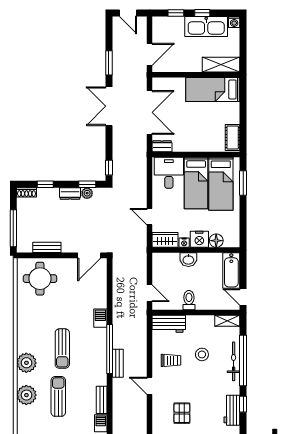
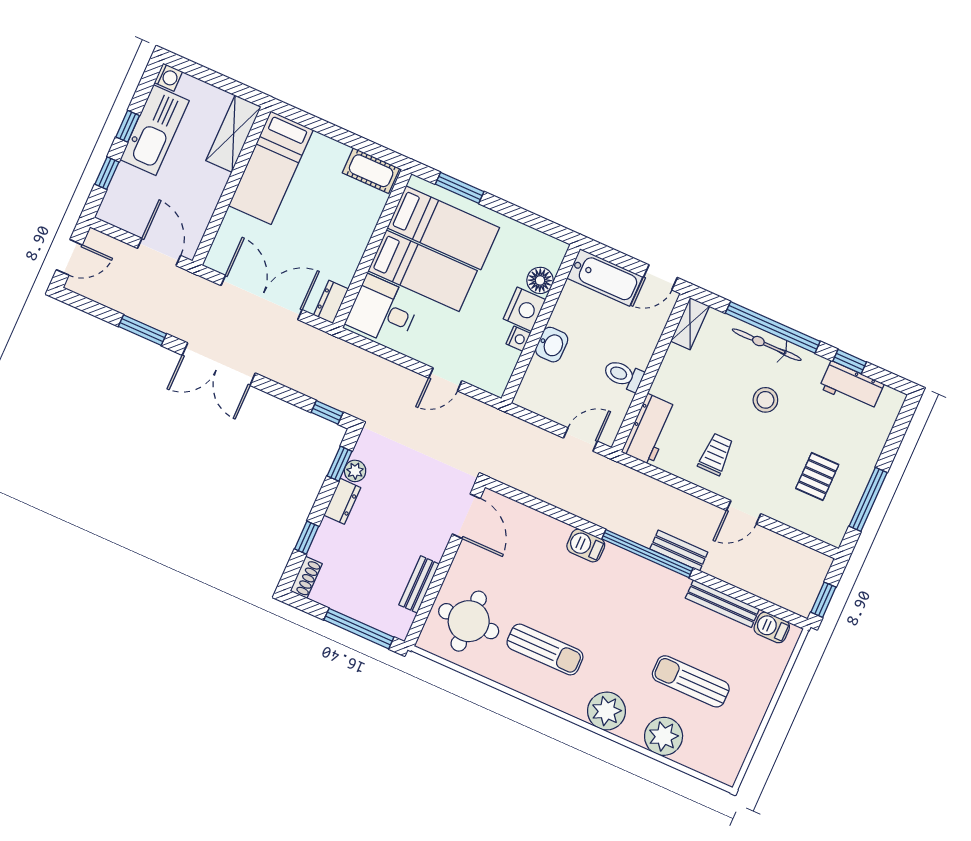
wardrobe: (165, 240) -> (499, 370), removed
sun lounger: (62, 349) -> (545, 650), moved
stool: (202, 354) -> (765, 400), moved
bench: (102, 400) -> (722, 604), width x1.36
pallet: (182, 413) -> (817, 476), turned 90

